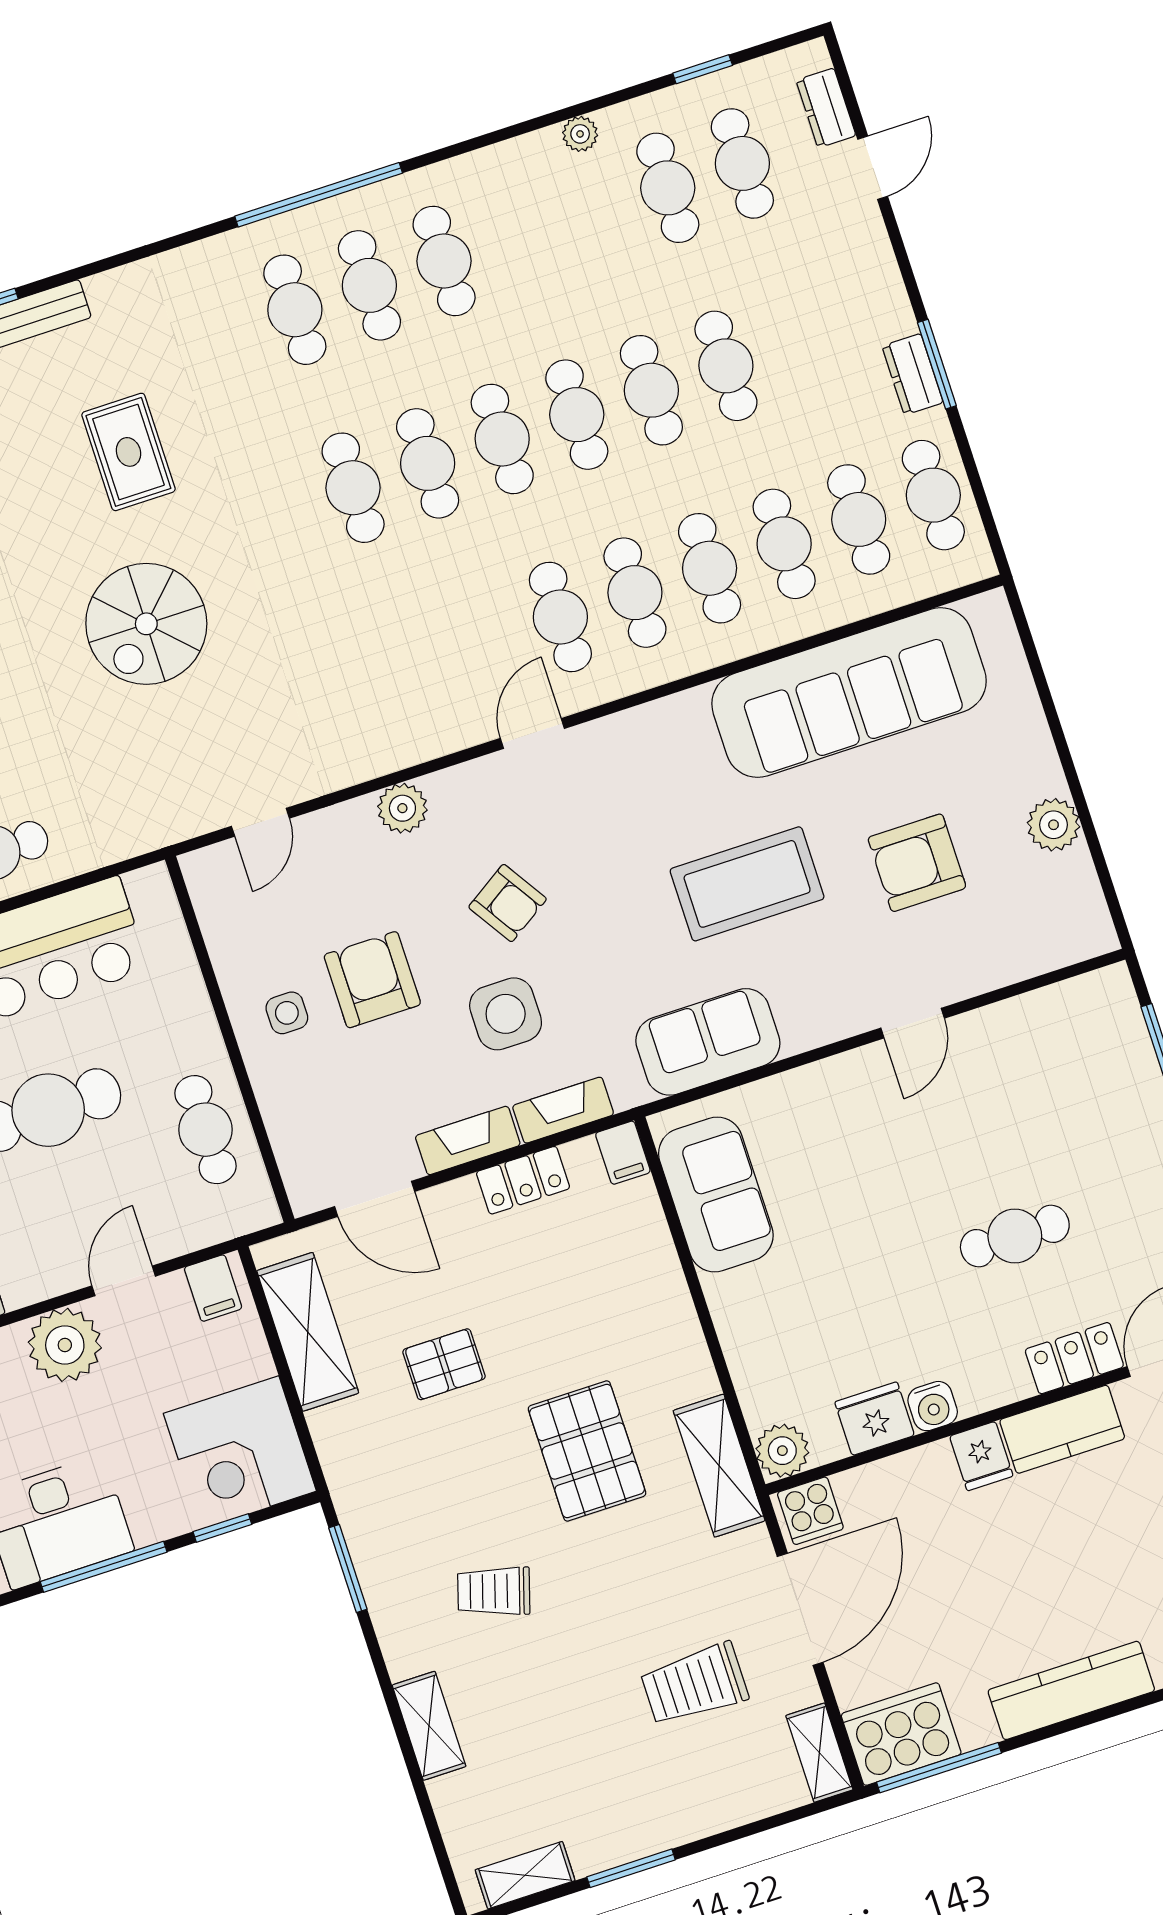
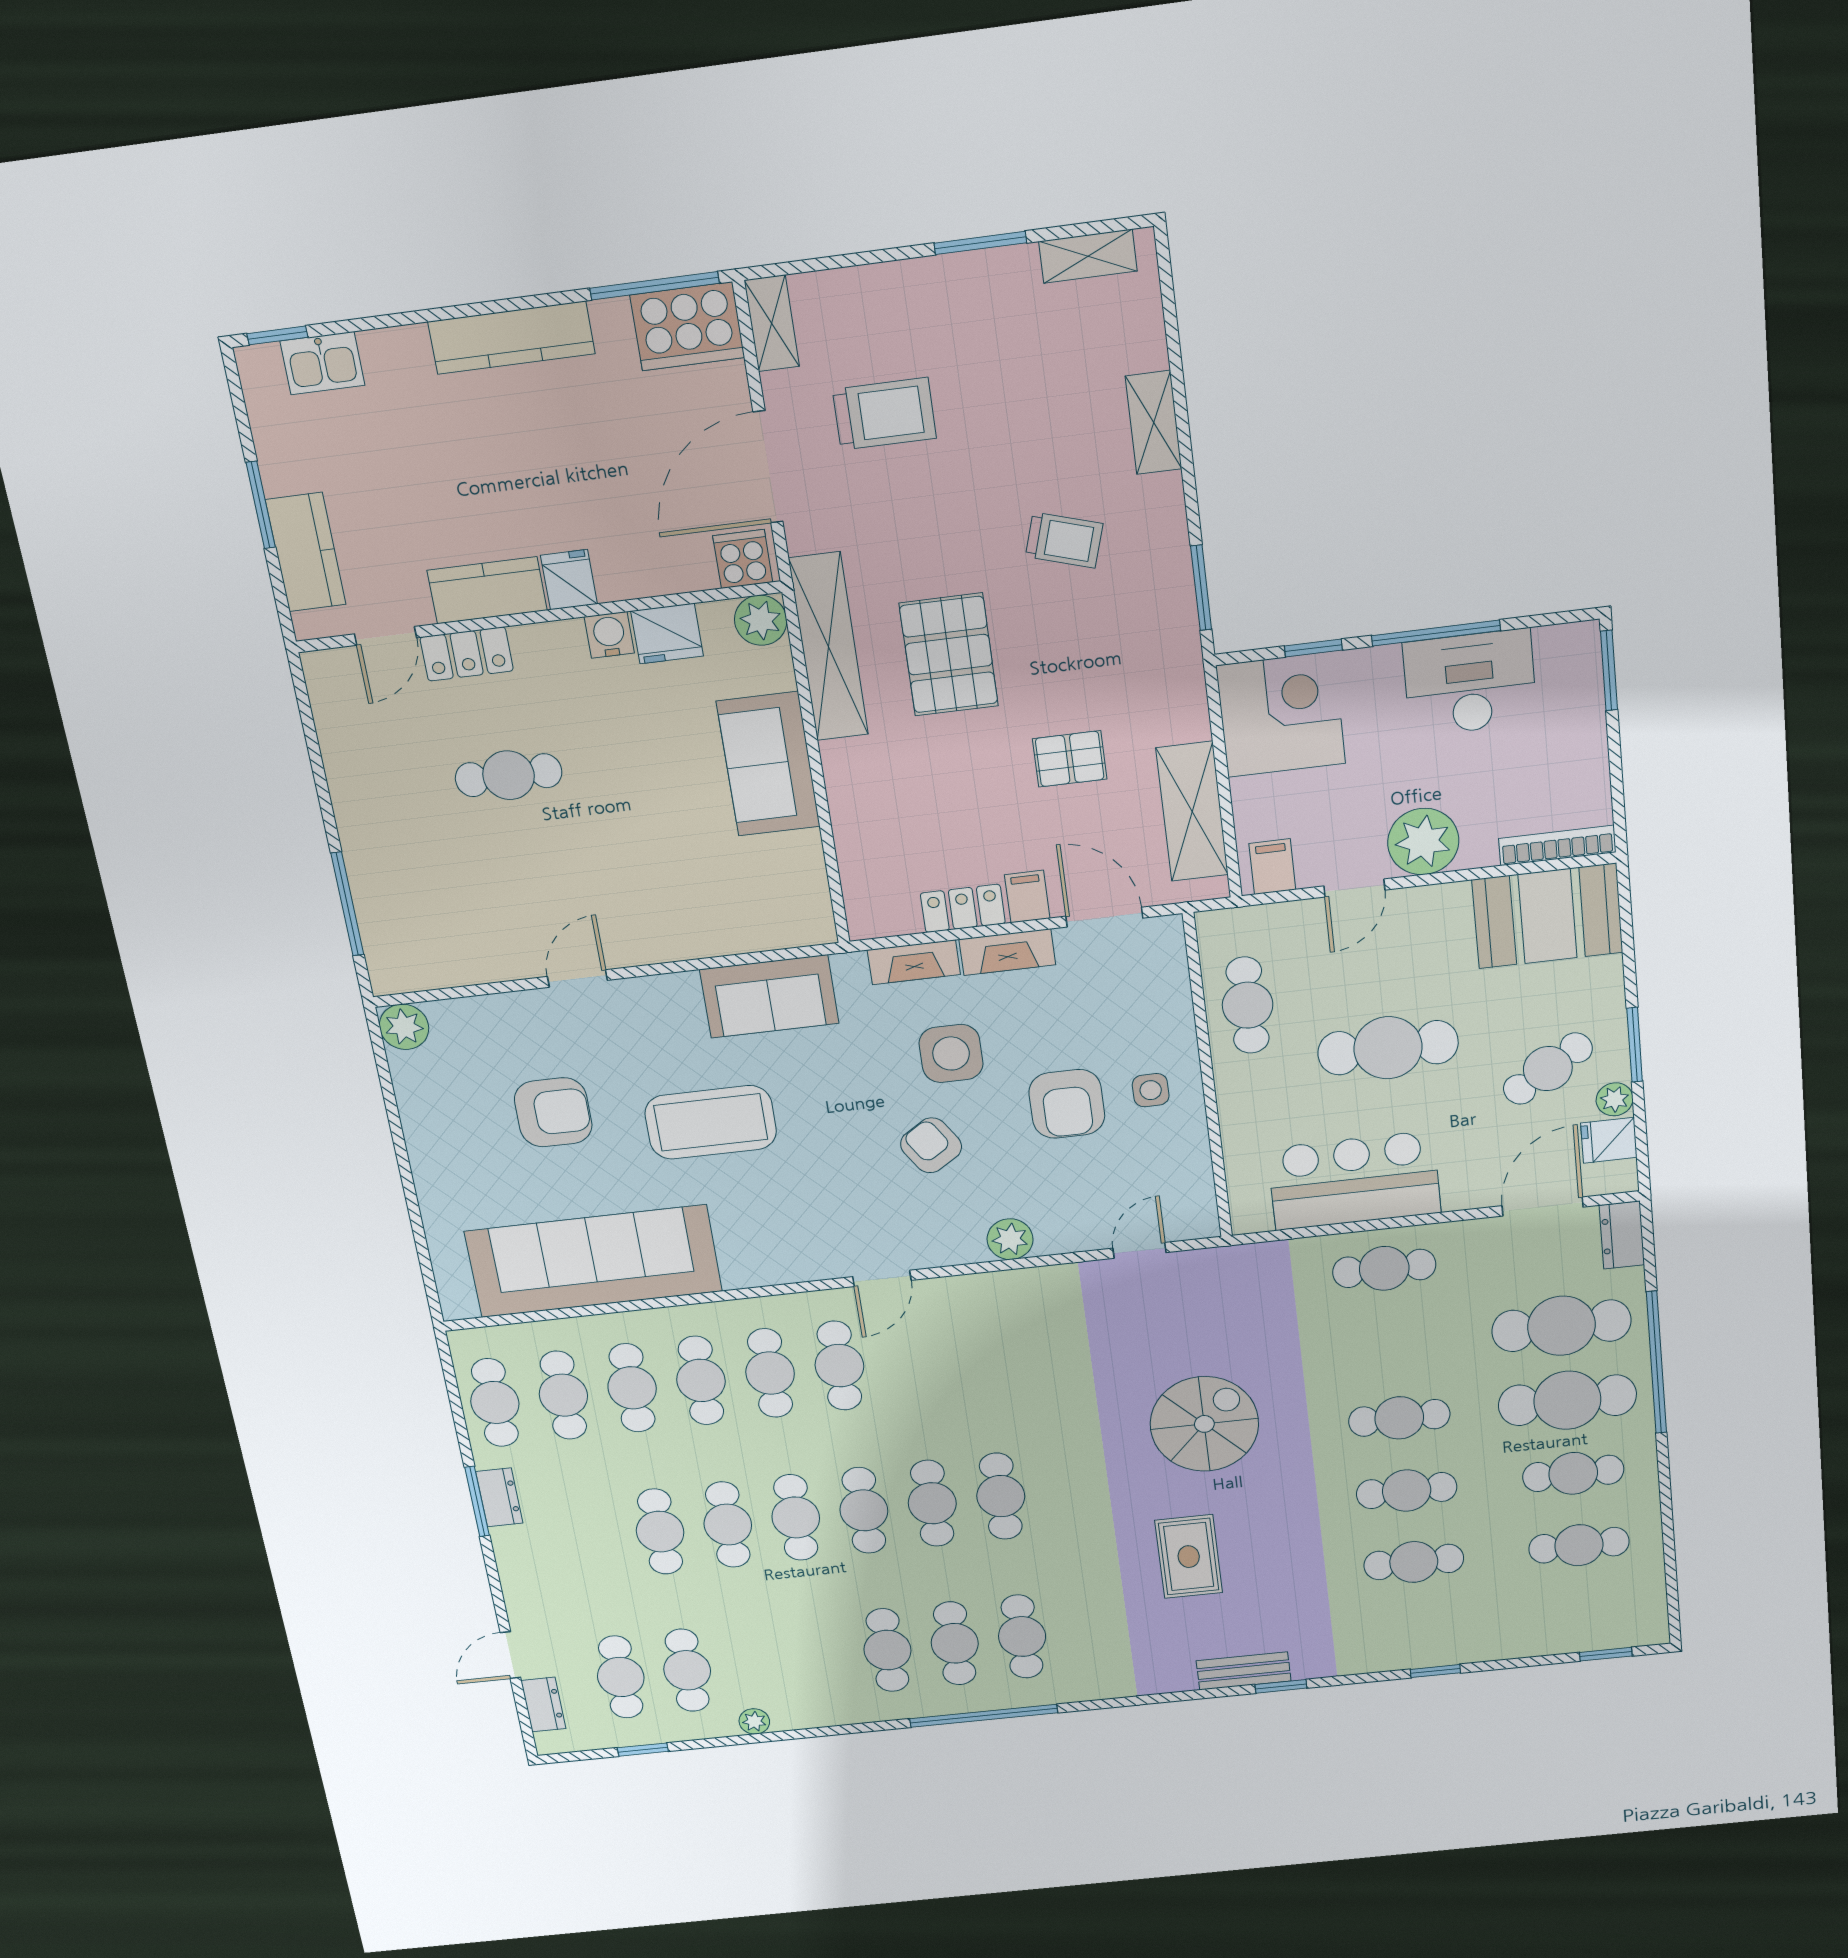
plant: (1054, 825) -> (404, 1027), moved
filing cabinet: (623, 1153) -> (1027, 896), moved
sofa: (716, 1194) -> (768, 764), moved
shelving: (719, 1466) -> (829, 647), width x1.47

